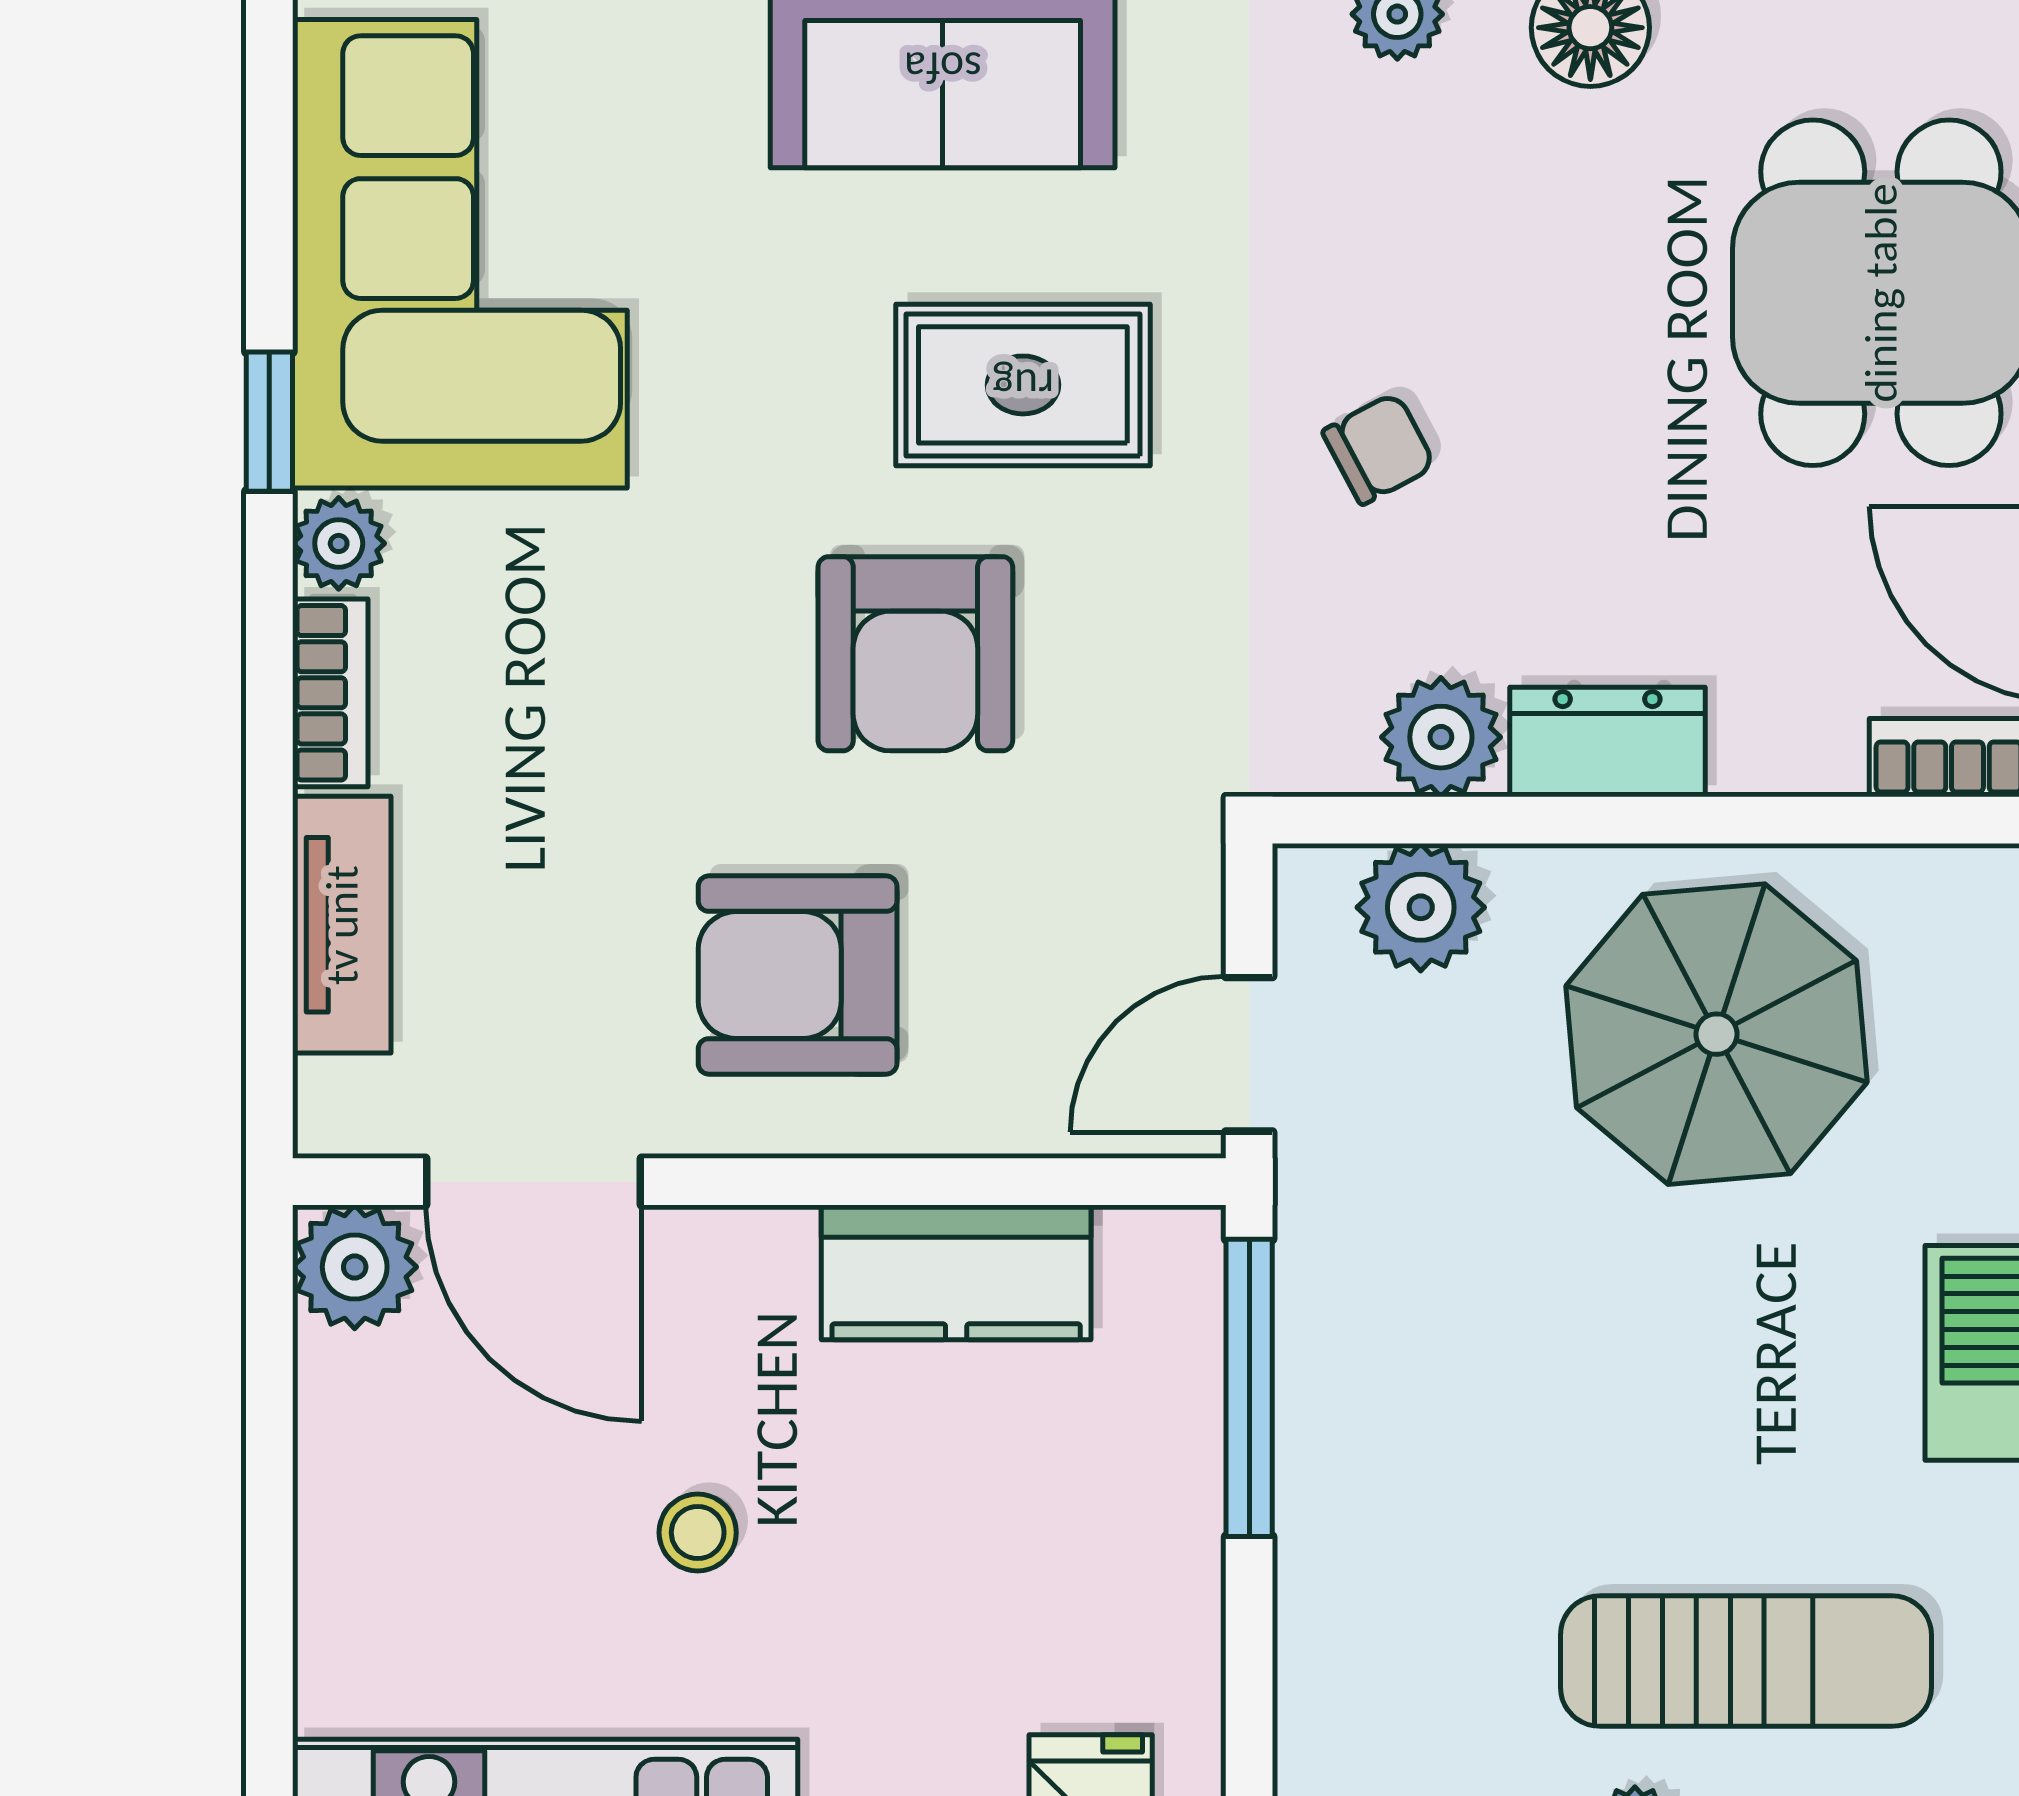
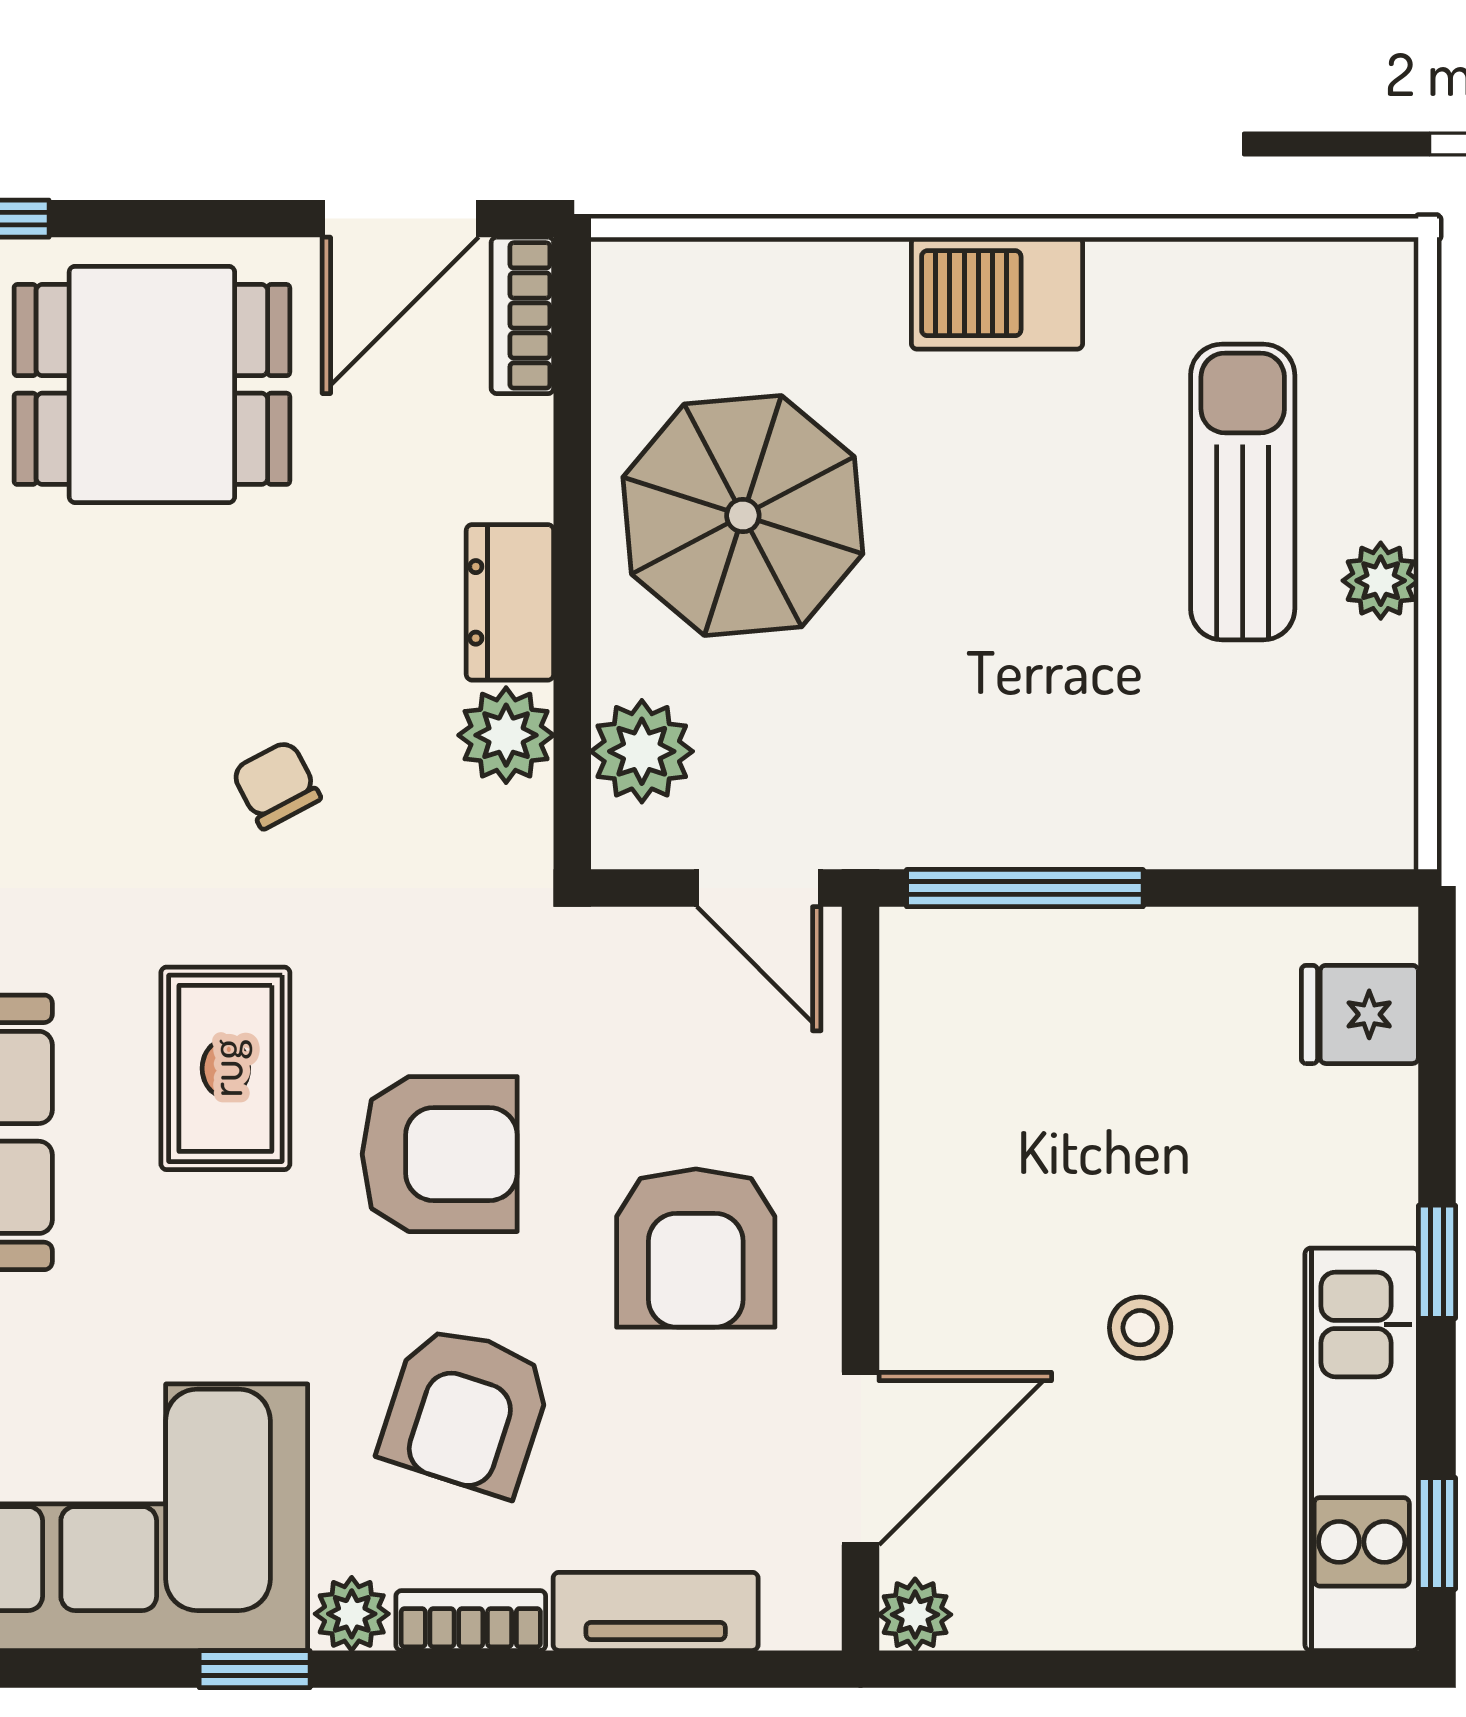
armchair: (595, 687) -> (466, 1410), added
plant: (355, 1267) -> (915, 1615), width x0.73, depth x0.73
kitchen counter: (956, 1272) -> (933, 1122), removed

